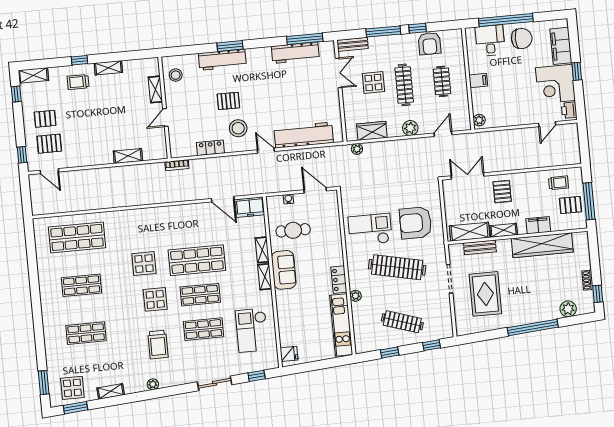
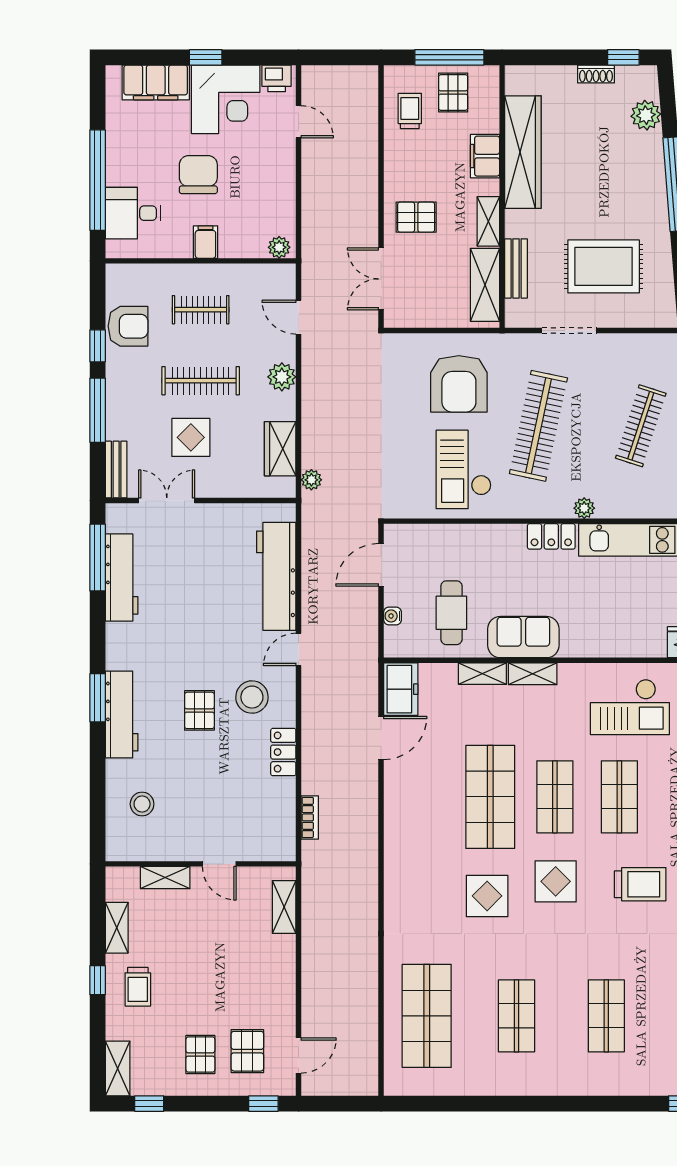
chair: (522, 38) -> (198, 175), moved
shelving: (155, 89) -> (165, 878), moved
wall: (164, 108) -> (201, 864), moved
door: (165, 118) -> (219, 864), moved

